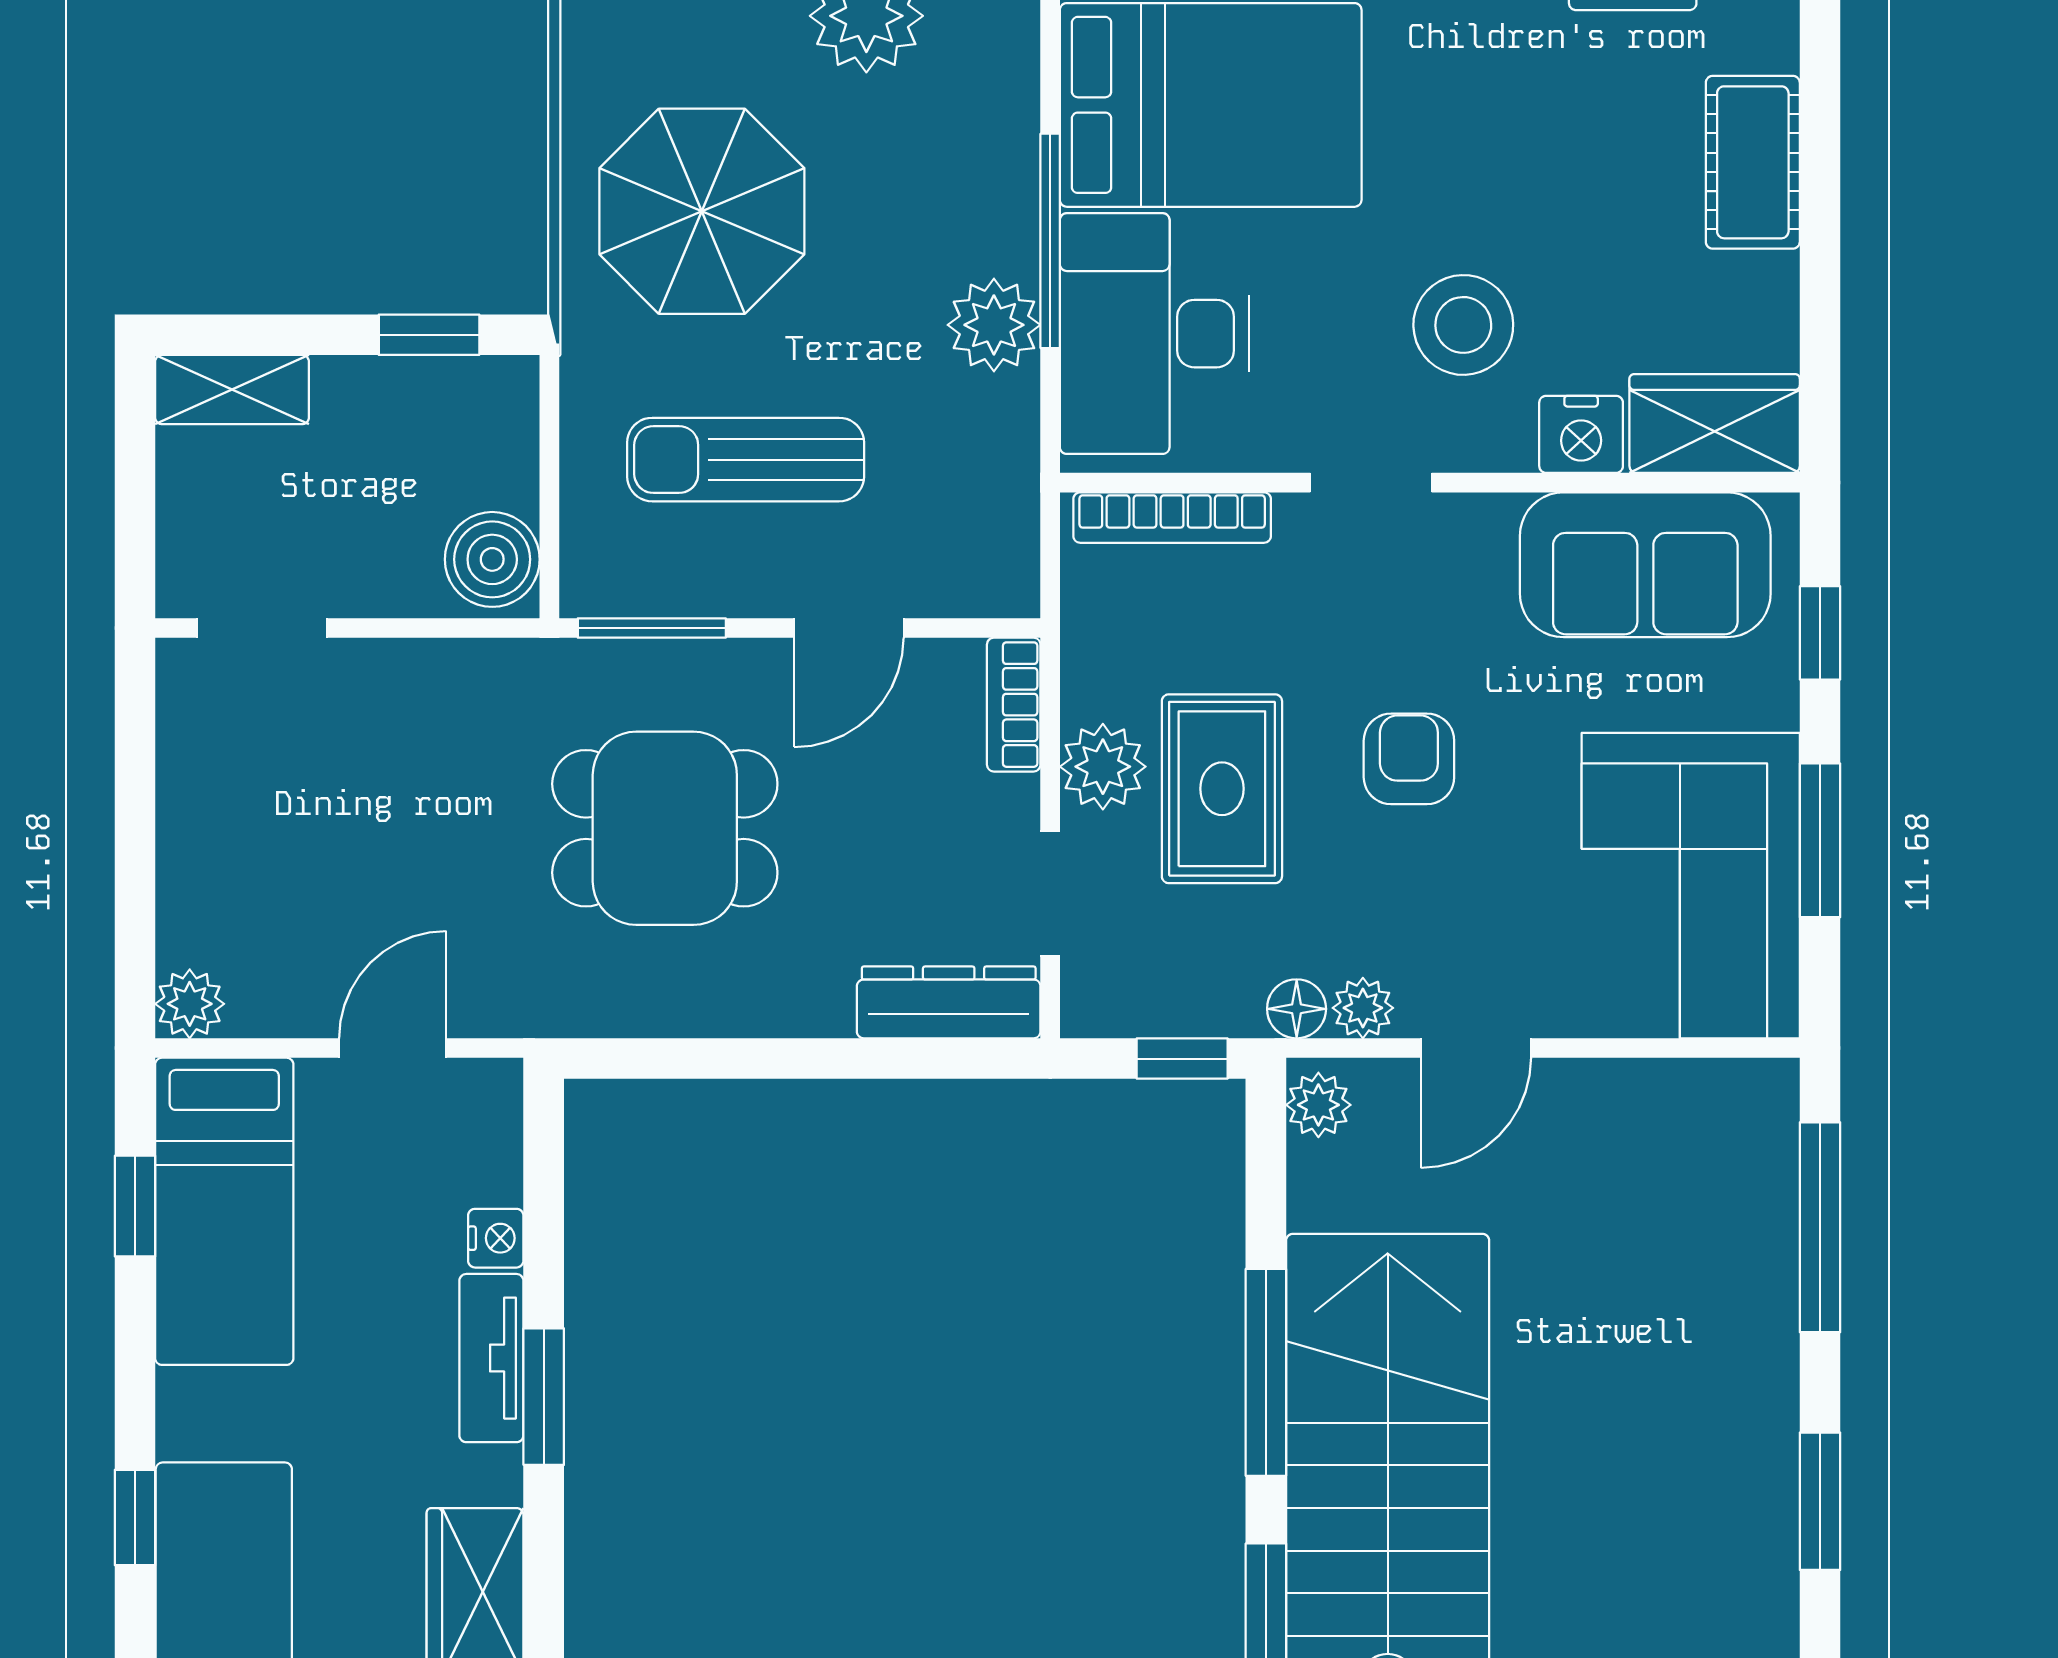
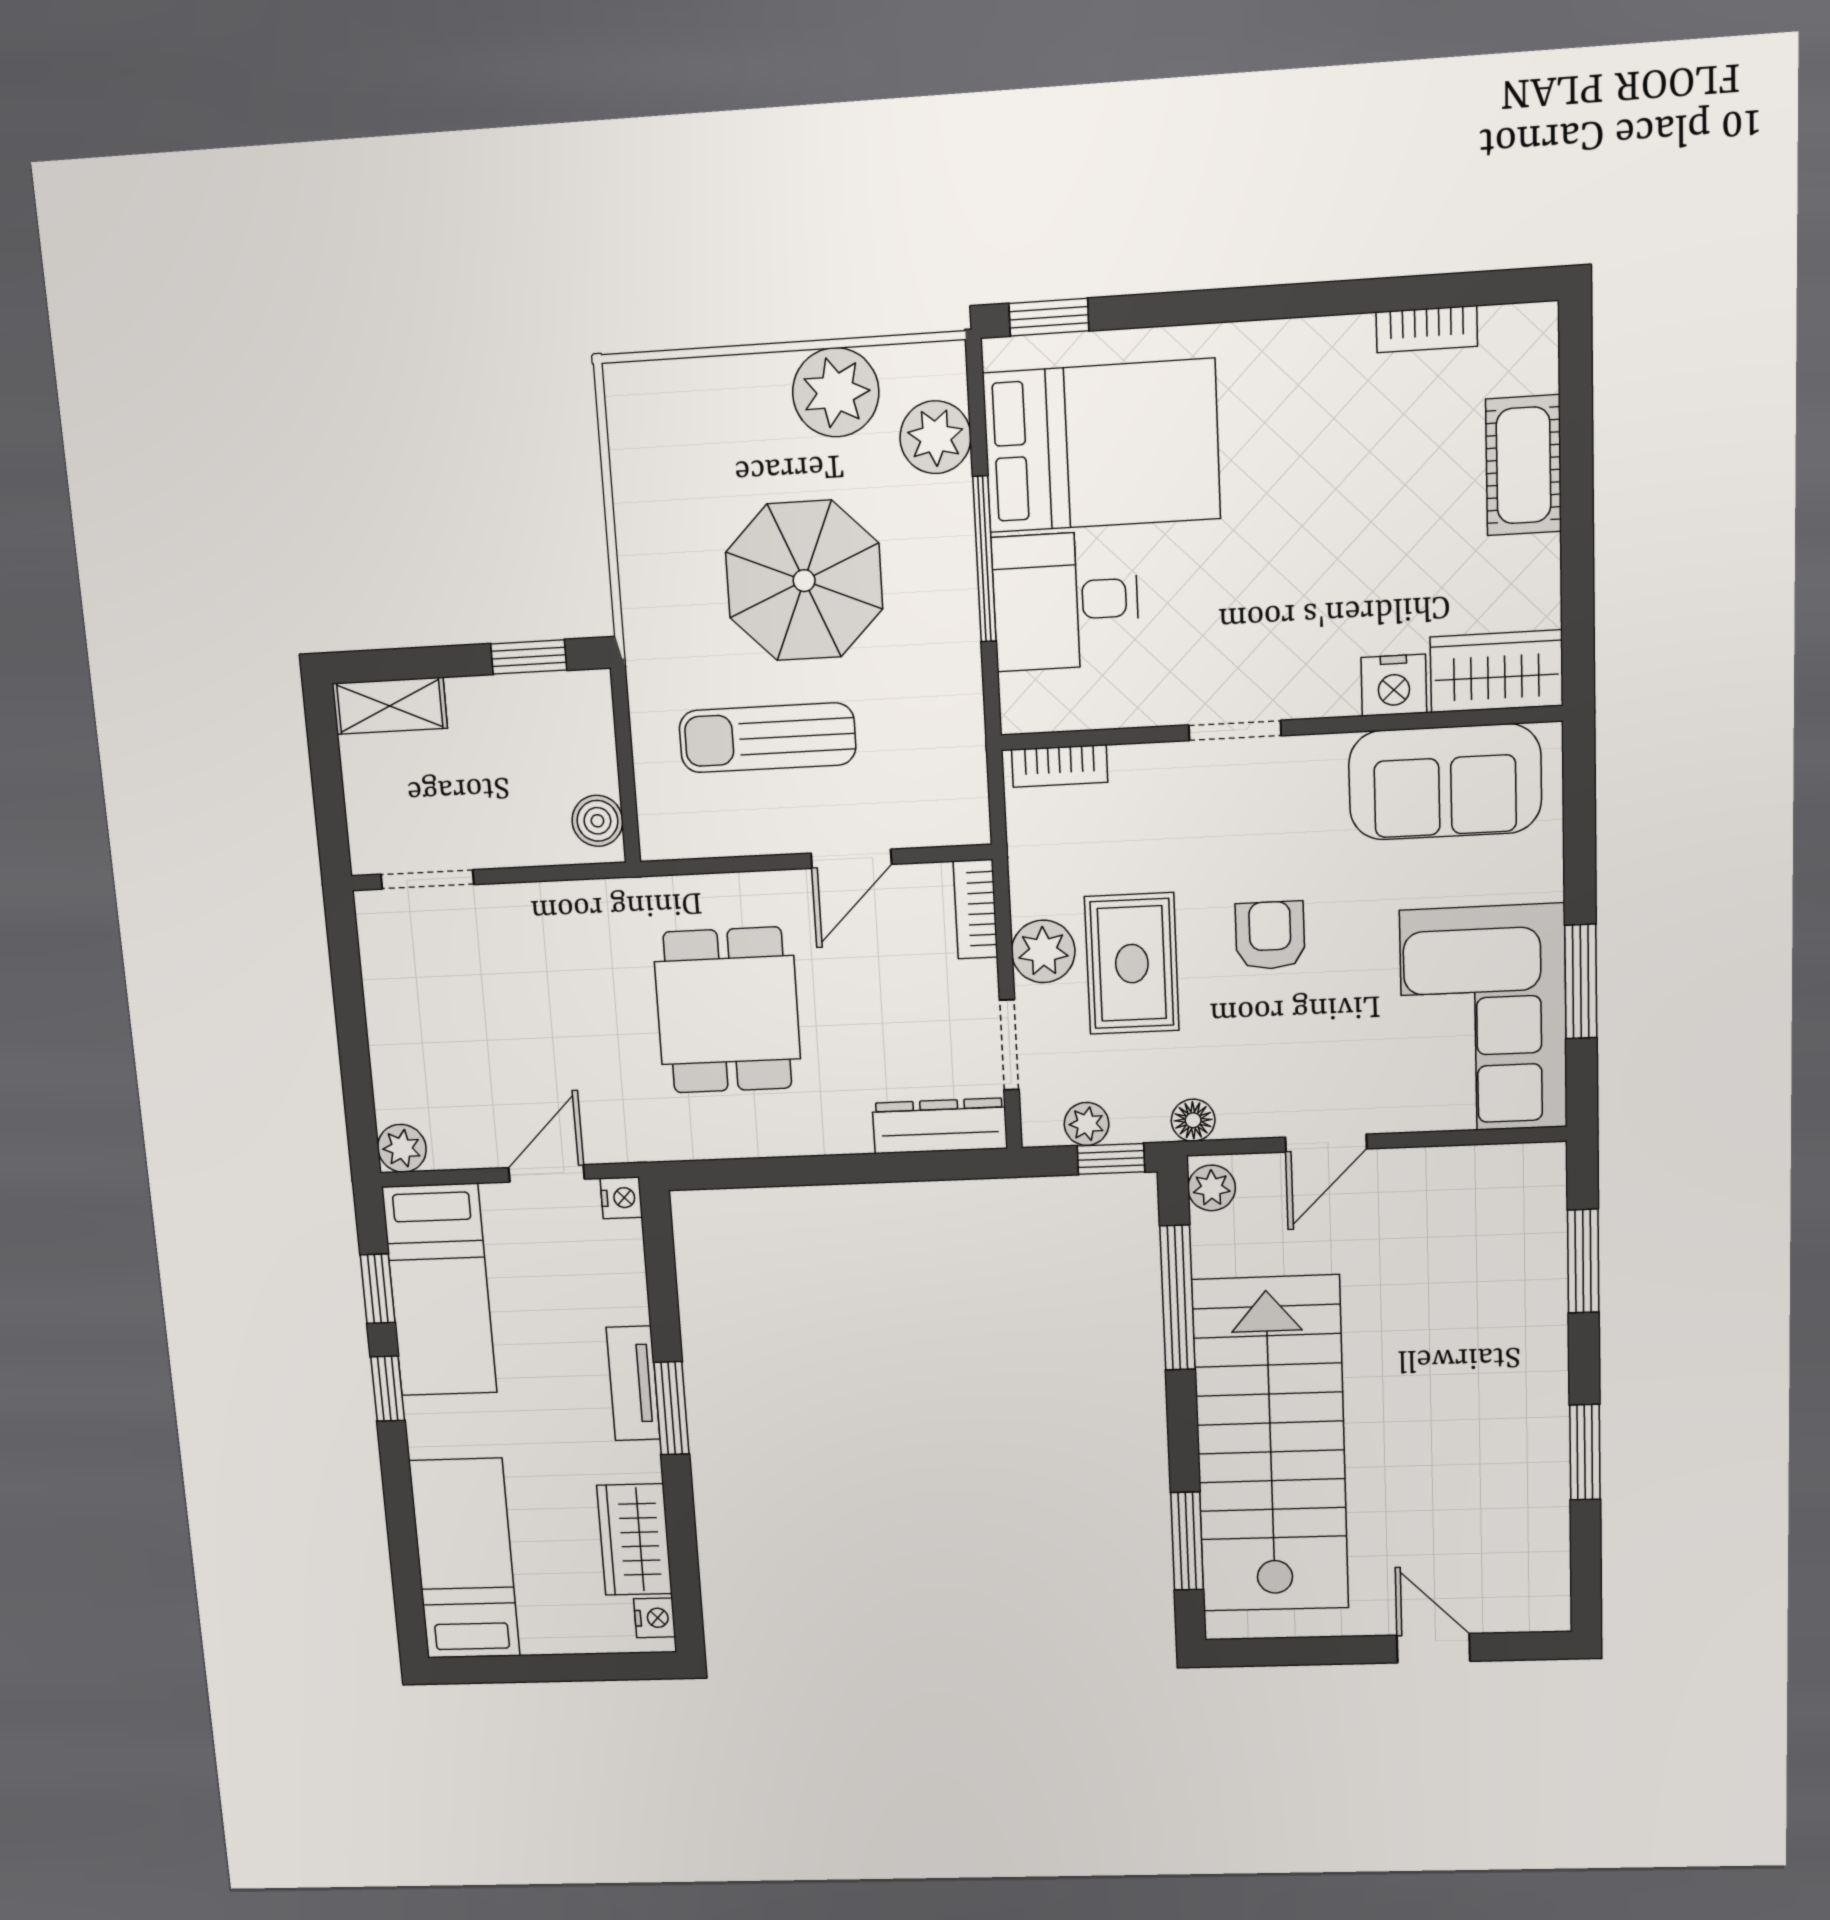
parasol: (702, 211) -> (804, 581), moved
plant: (994, 325) -> (935, 437), moved
stool: (1463, 325) -> (1301, 606), removed
desk: (1154, 334) -> (1066, 601), width x0.73
bookcase: (1172, 518) -> (1060, 766), width x0.64
boiler: (492, 559) -> (597, 821), width x0.73, depth x0.73
window: (652, 628) -> (708, 866), removed
window: (1820, 633) -> (1579, 827), removed
dining table: (665, 828) -> (727, 1010), turned 90
plant: (1363, 1008) -> (1087, 1124), moved
window: (1820, 1227) -> (1583, 1261), width x0.69
nightstand: (496, 1238) -> (621, 1198), moved
window: (1266, 1372) -> (1178, 1298), moved
window: (135, 1518) -> (388, 1389), moved

